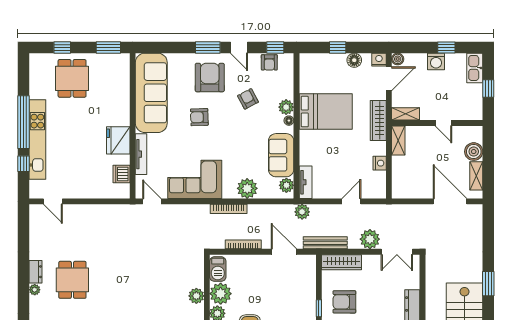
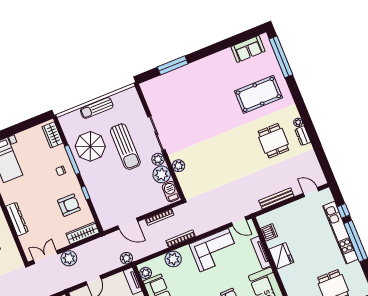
bench: (325, 243) -> (276, 198), moved

